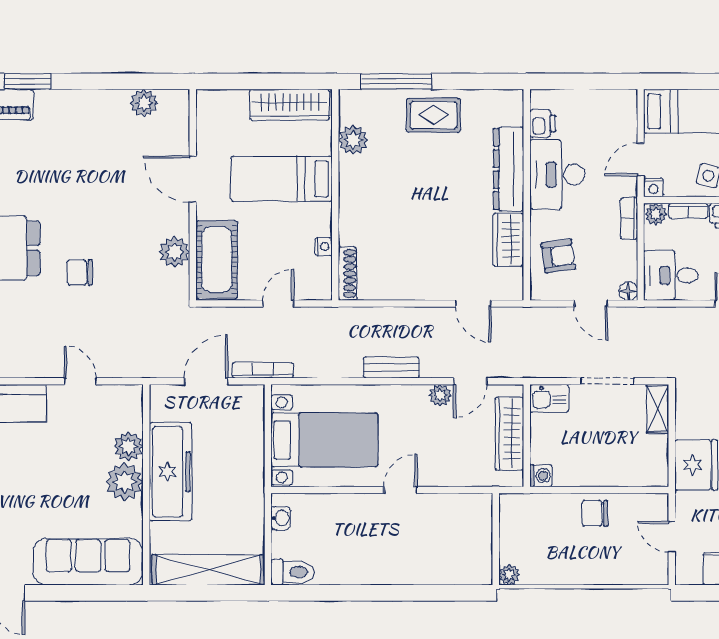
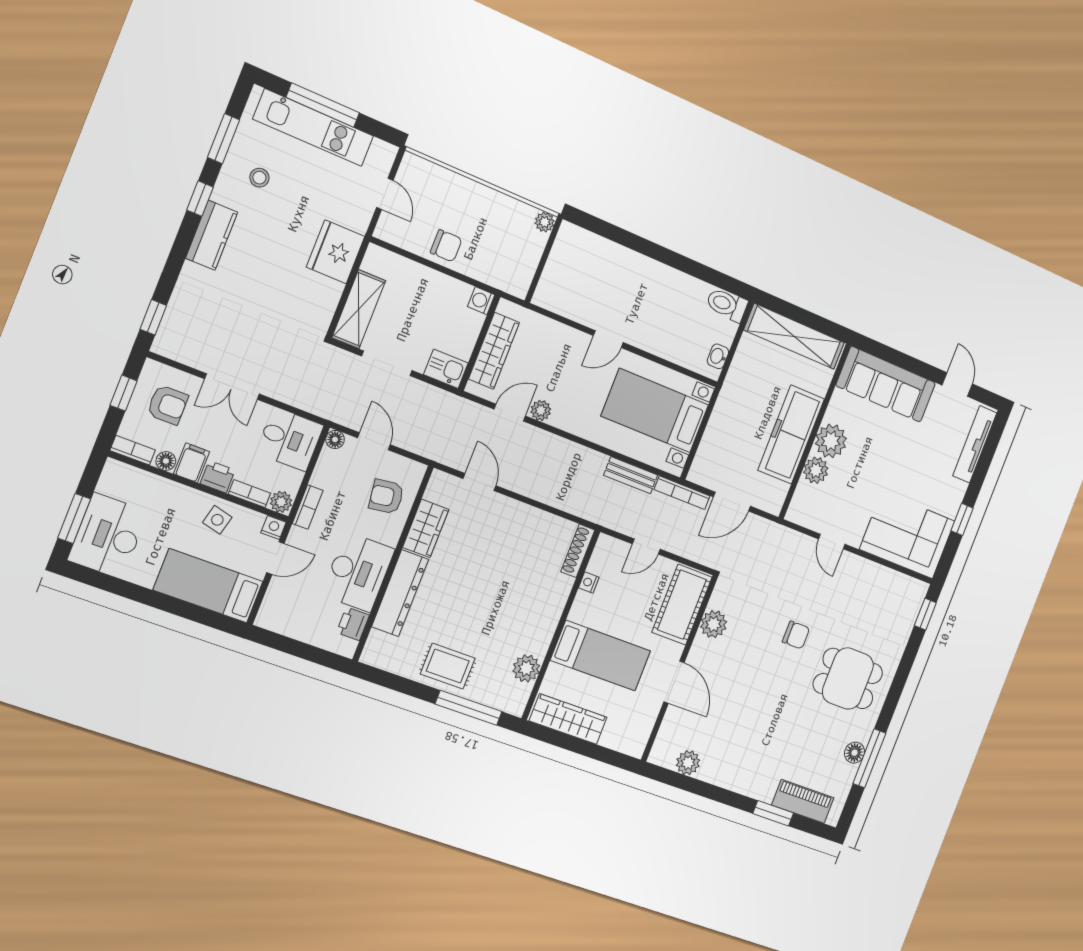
bench: (391, 367) -> (631, 475), moved
shelving: (658, 409) -> (359, 309), width x1.50, depth x1.33

